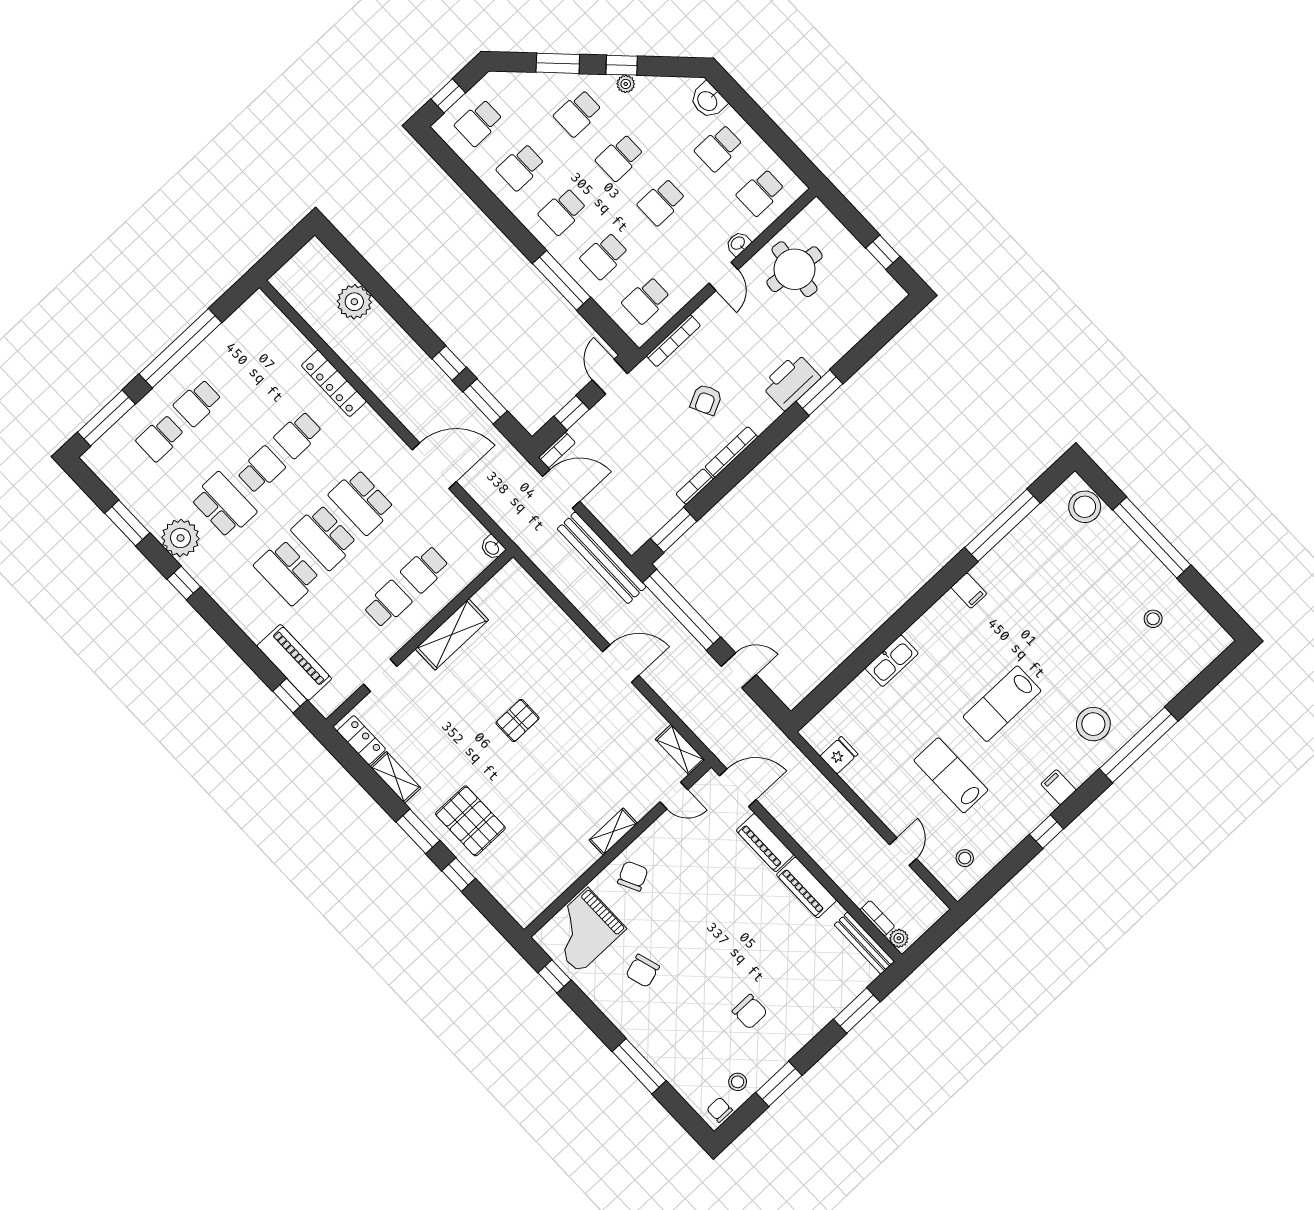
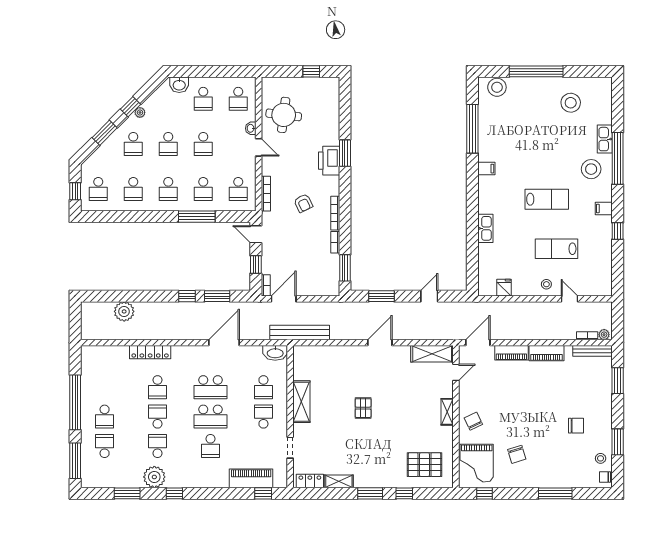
school desk: (160, 438) -> (105, 446), turned 180
school desk: (224, 505) -> (158, 446), width x0.54
washbasin: (492, 548) -> (275, 353), width x1.91, depth x1.45
bench: (602, 558) -> (300, 332), moved
school desk: (287, 572) -> (210, 446), width x0.54
window: (682, 610) -> (381, 296), width x0.47
stool: (1153, 619) -> (571, 103), width x1.89, depth x1.89
lab bench: (1002, 704) -> (547, 199), turned -90
kitchen sink: (1148, 705) -> (605, 139), added
shelving: (680, 750) -> (432, 354), width x1.50, depth x1.33
pallet: (470, 821) -> (424, 465), moved
stool: (965, 858) -> (546, 284), moved

